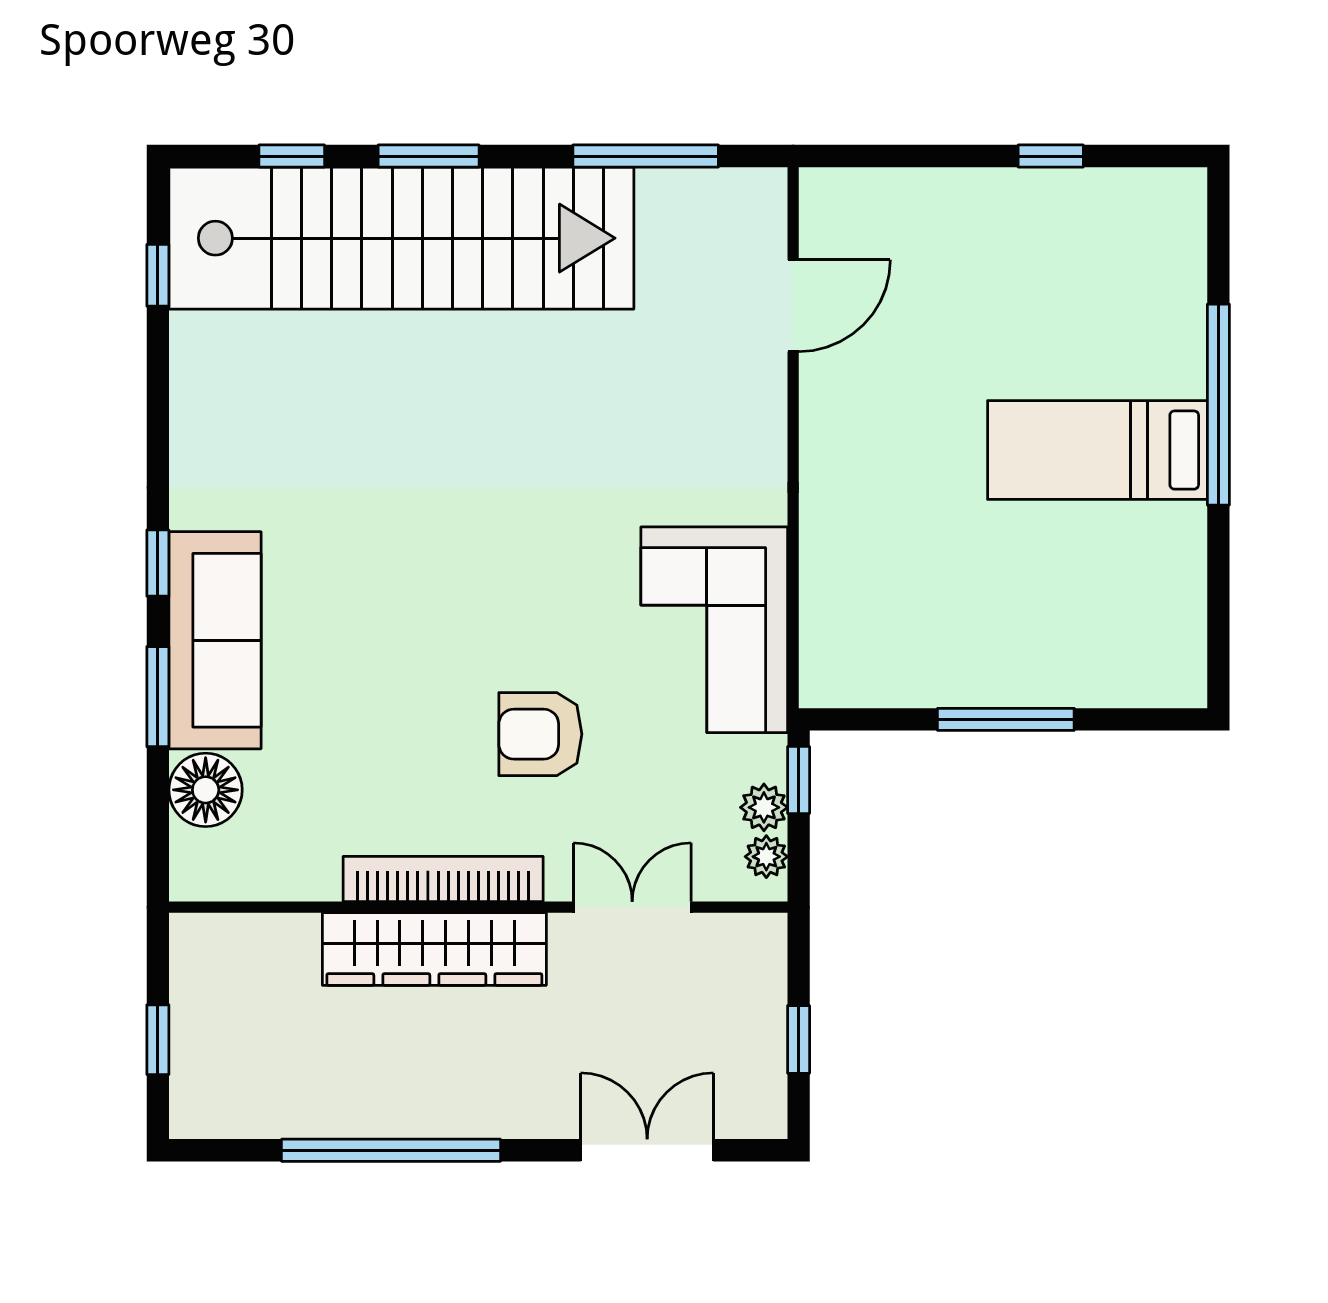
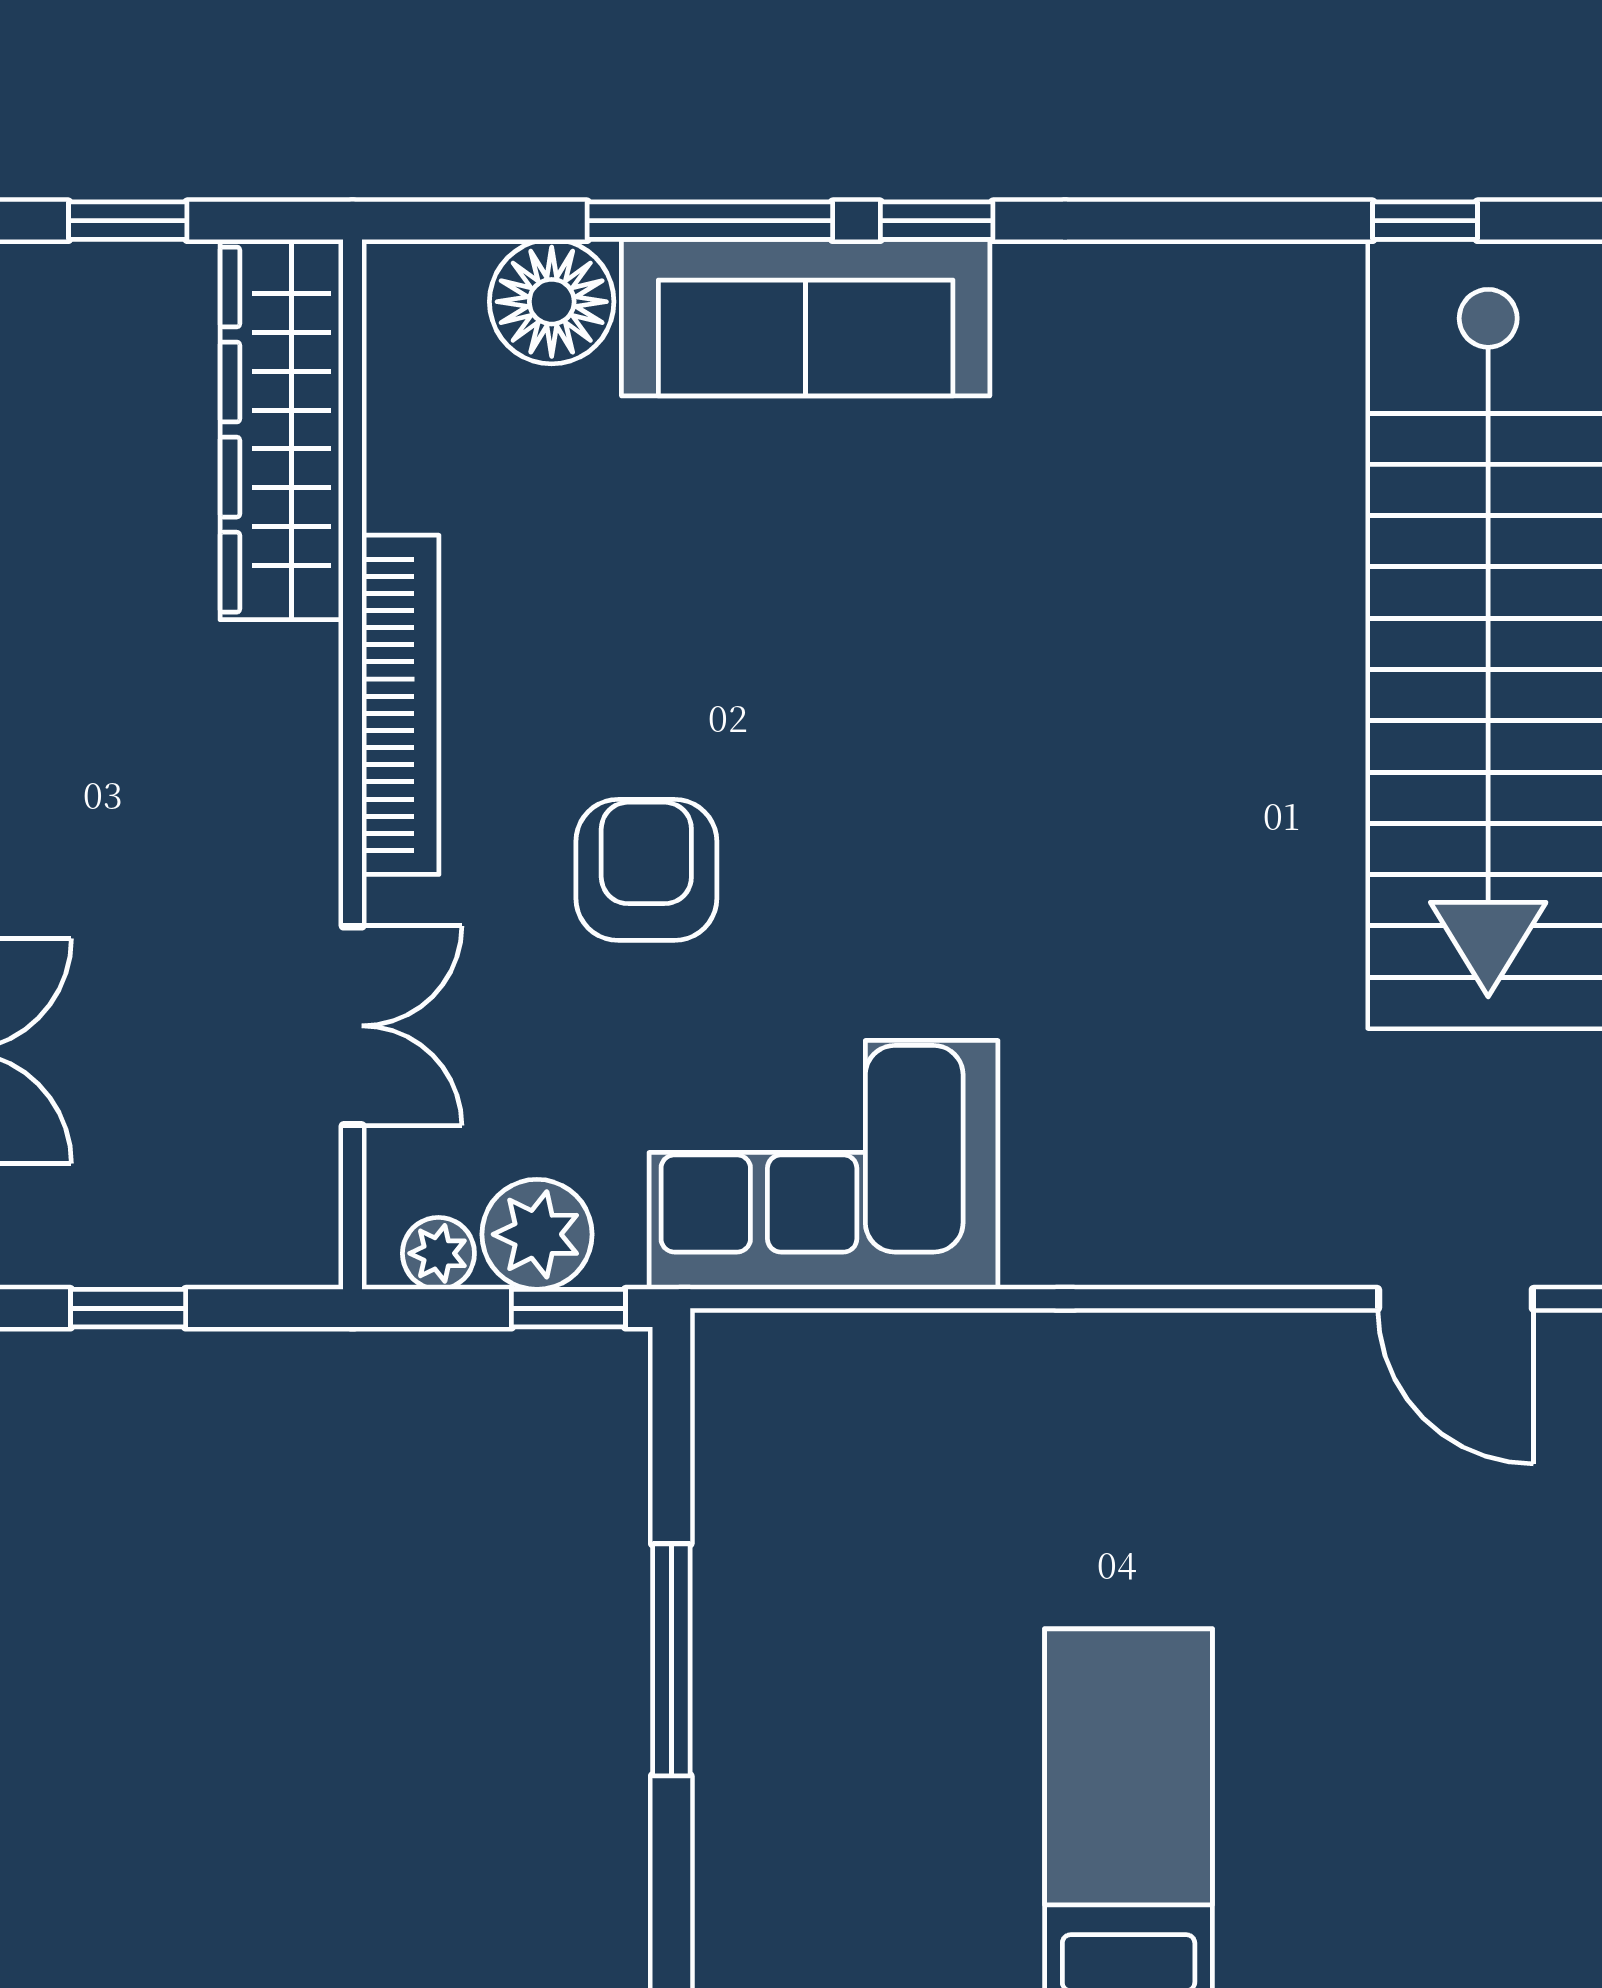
door: (793, 306) -> (1455, 1299), moved
window: (158, 697) -> (710, 221), width x1.44
plant: (764, 807) -> (537, 1234), width x1.38, depth x1.38
wardrobe: (434, 949) -> (282, 430), moved

